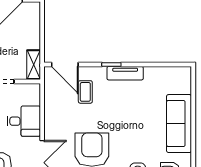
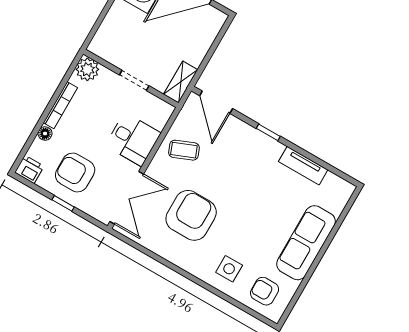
tv unit: (125, 73) -> (303, 166), moved
coffee table: (85, 92) -> (184, 150), moved, turned 68

